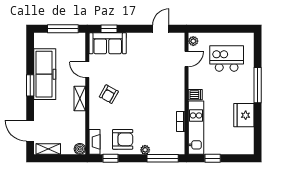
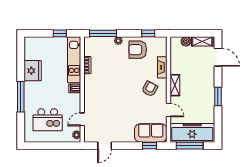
freezer: (45, 74) -> (192, 133), moved, turned 90
fireplace: (94, 142) -> (162, 67), moved
boiler: (80, 149) -> (186, 41), moved

